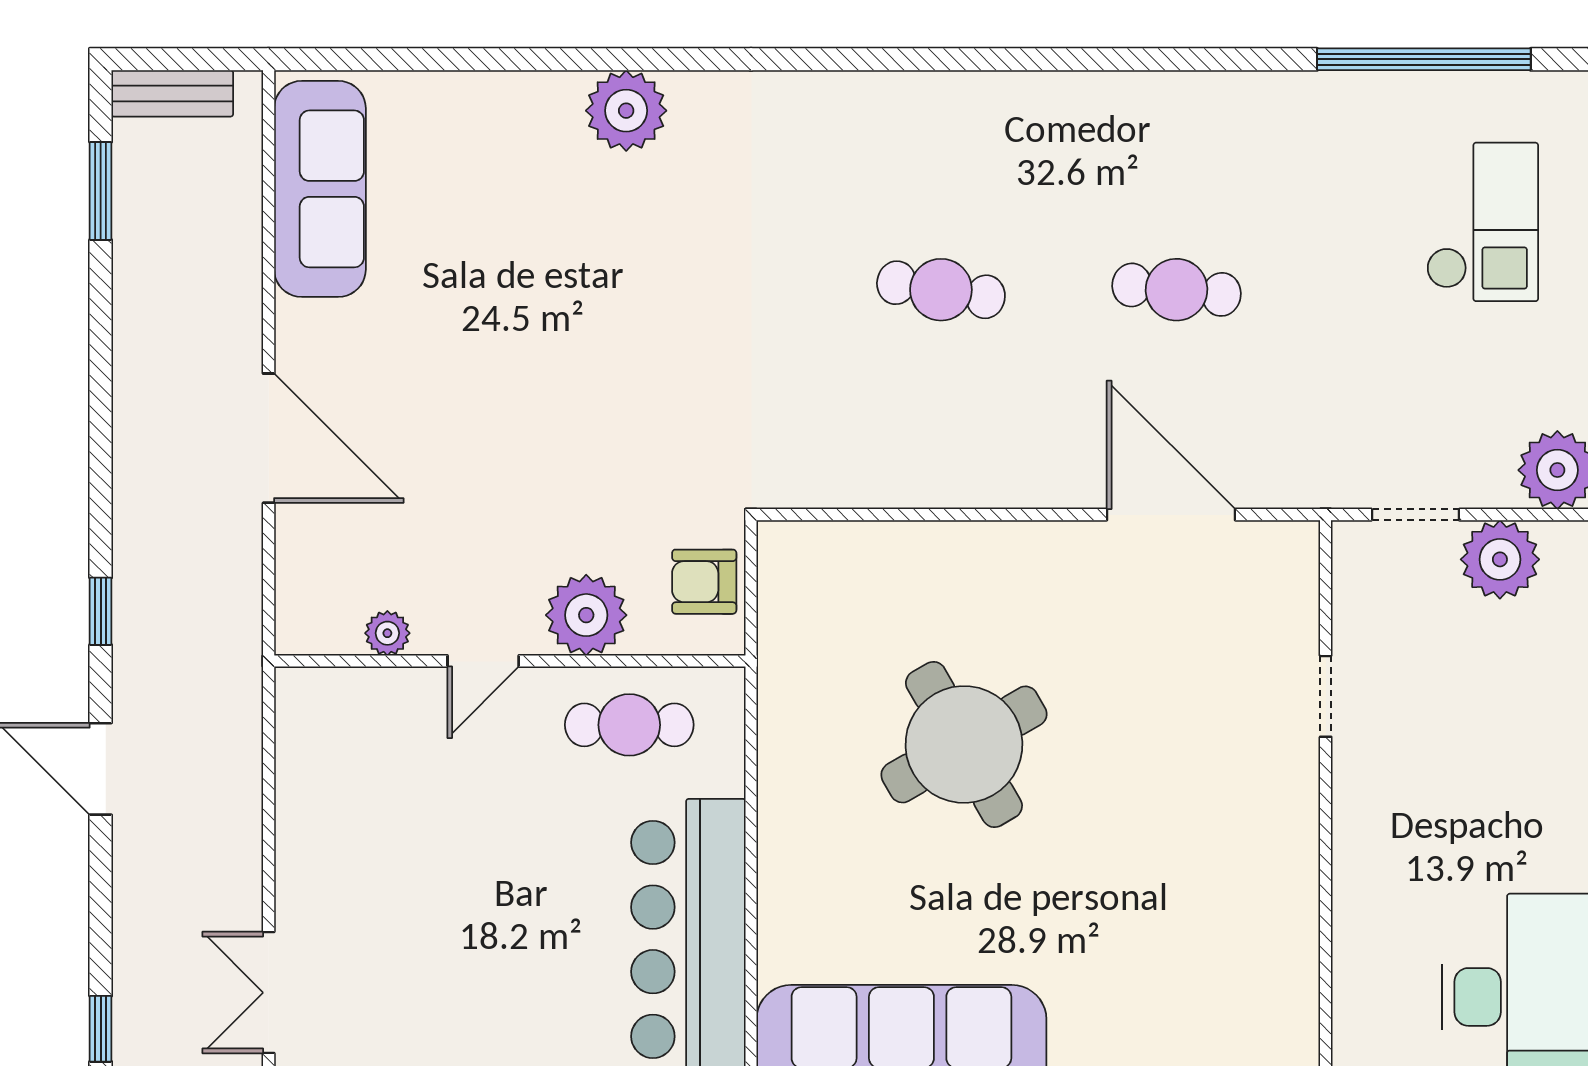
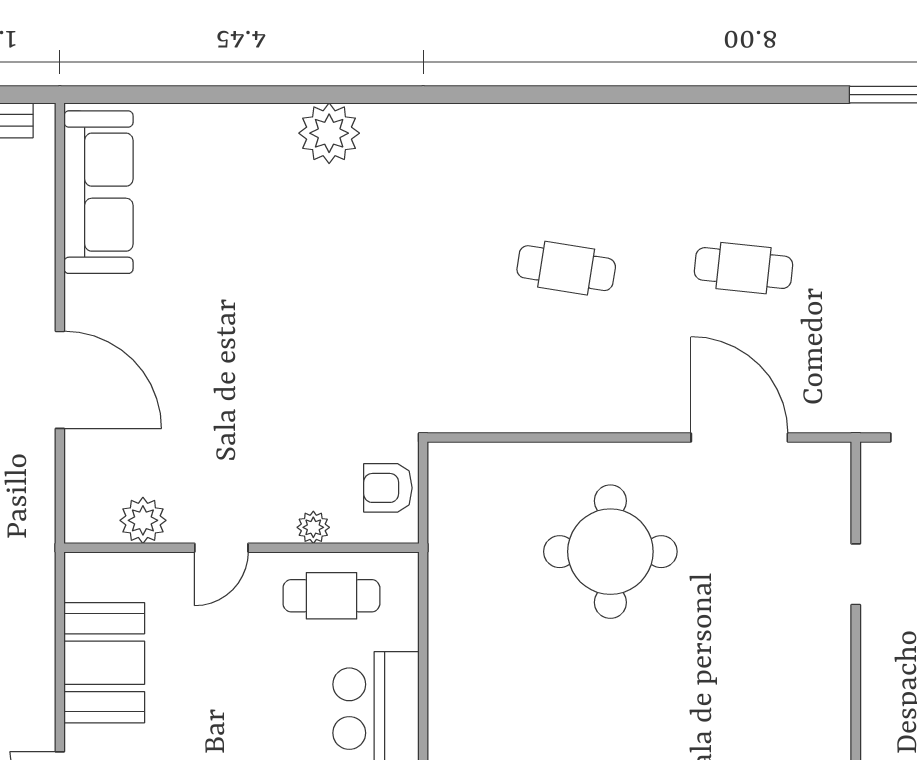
plant: (586, 615) -> (313, 527), width x0.53, depth x0.53
plant: (387, 633) -> (143, 520), width x1.38, depth x1.38
round table: (964, 744) -> (610, 552), moved, turned 30
booth: (328, 814) -> (104, 663), added

